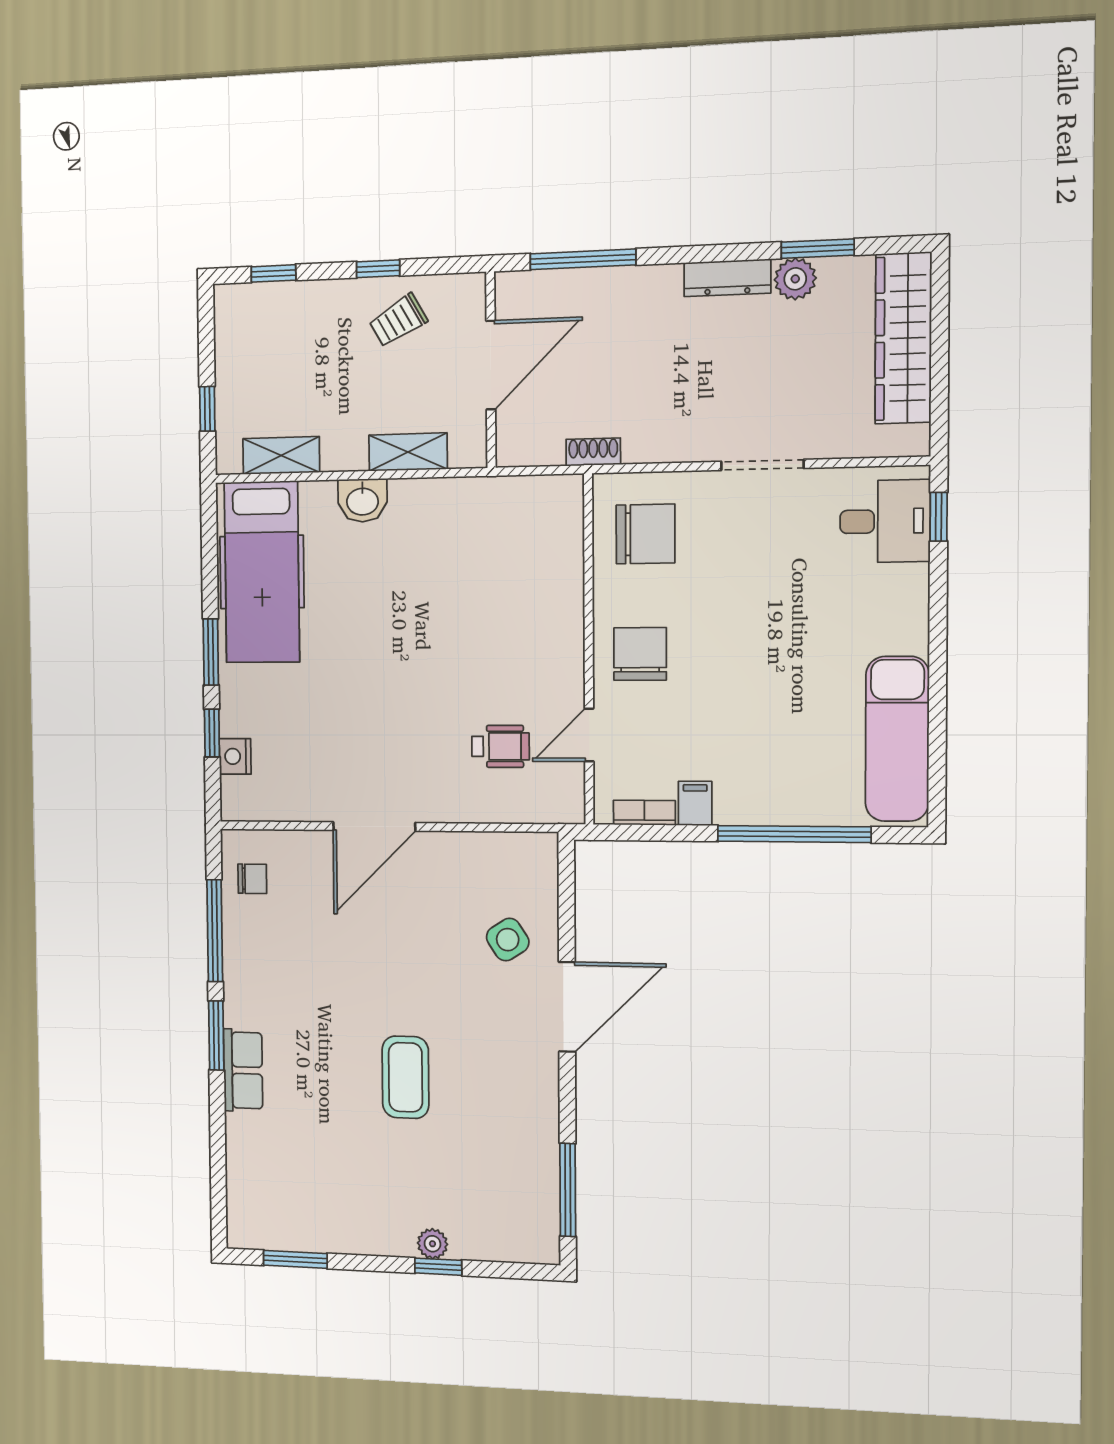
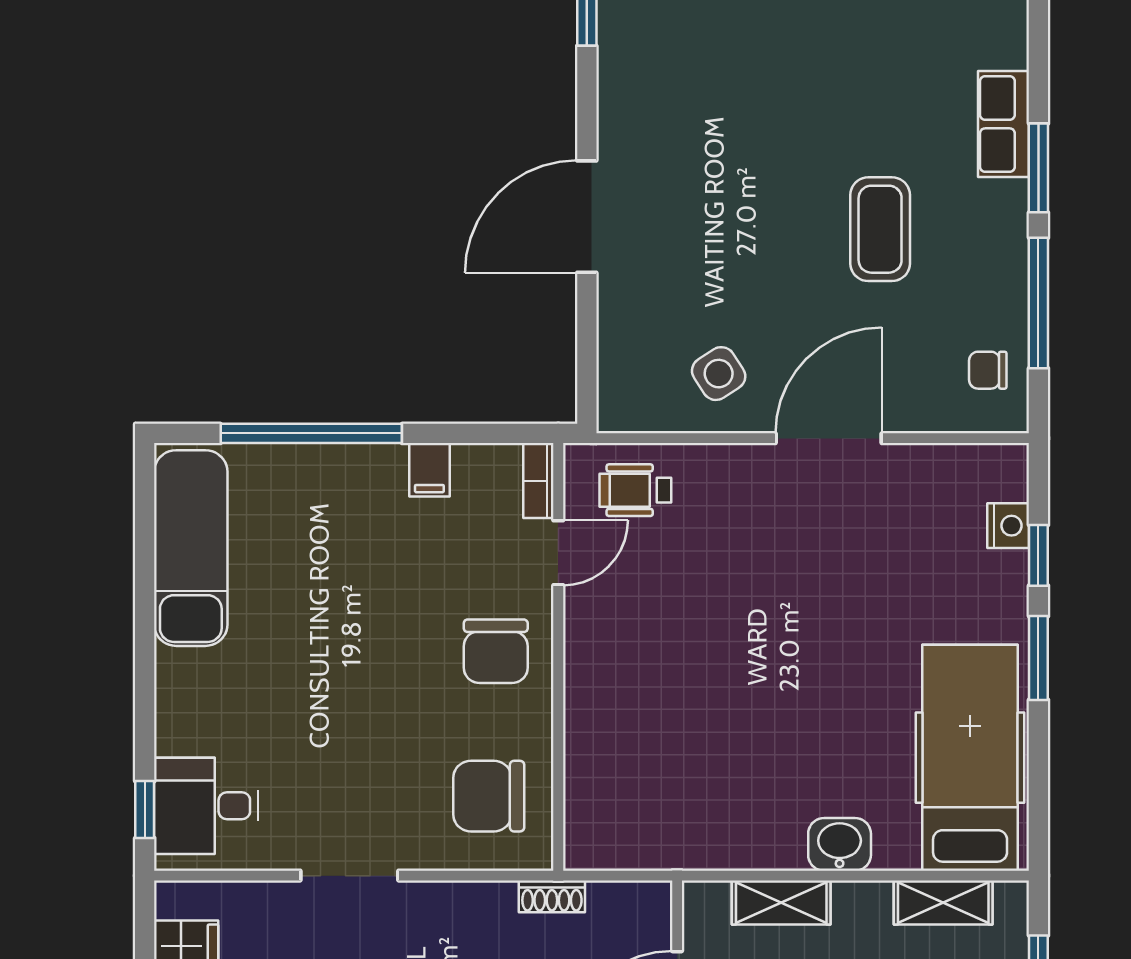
wheelchair: (500, 746) -> (635, 490), moved
bookcase: (644, 813) -> (538, 481), moved, turned 90
side table: (508, 940) -> (719, 374), moved
coffee table: (405, 1077) -> (880, 229), moved

